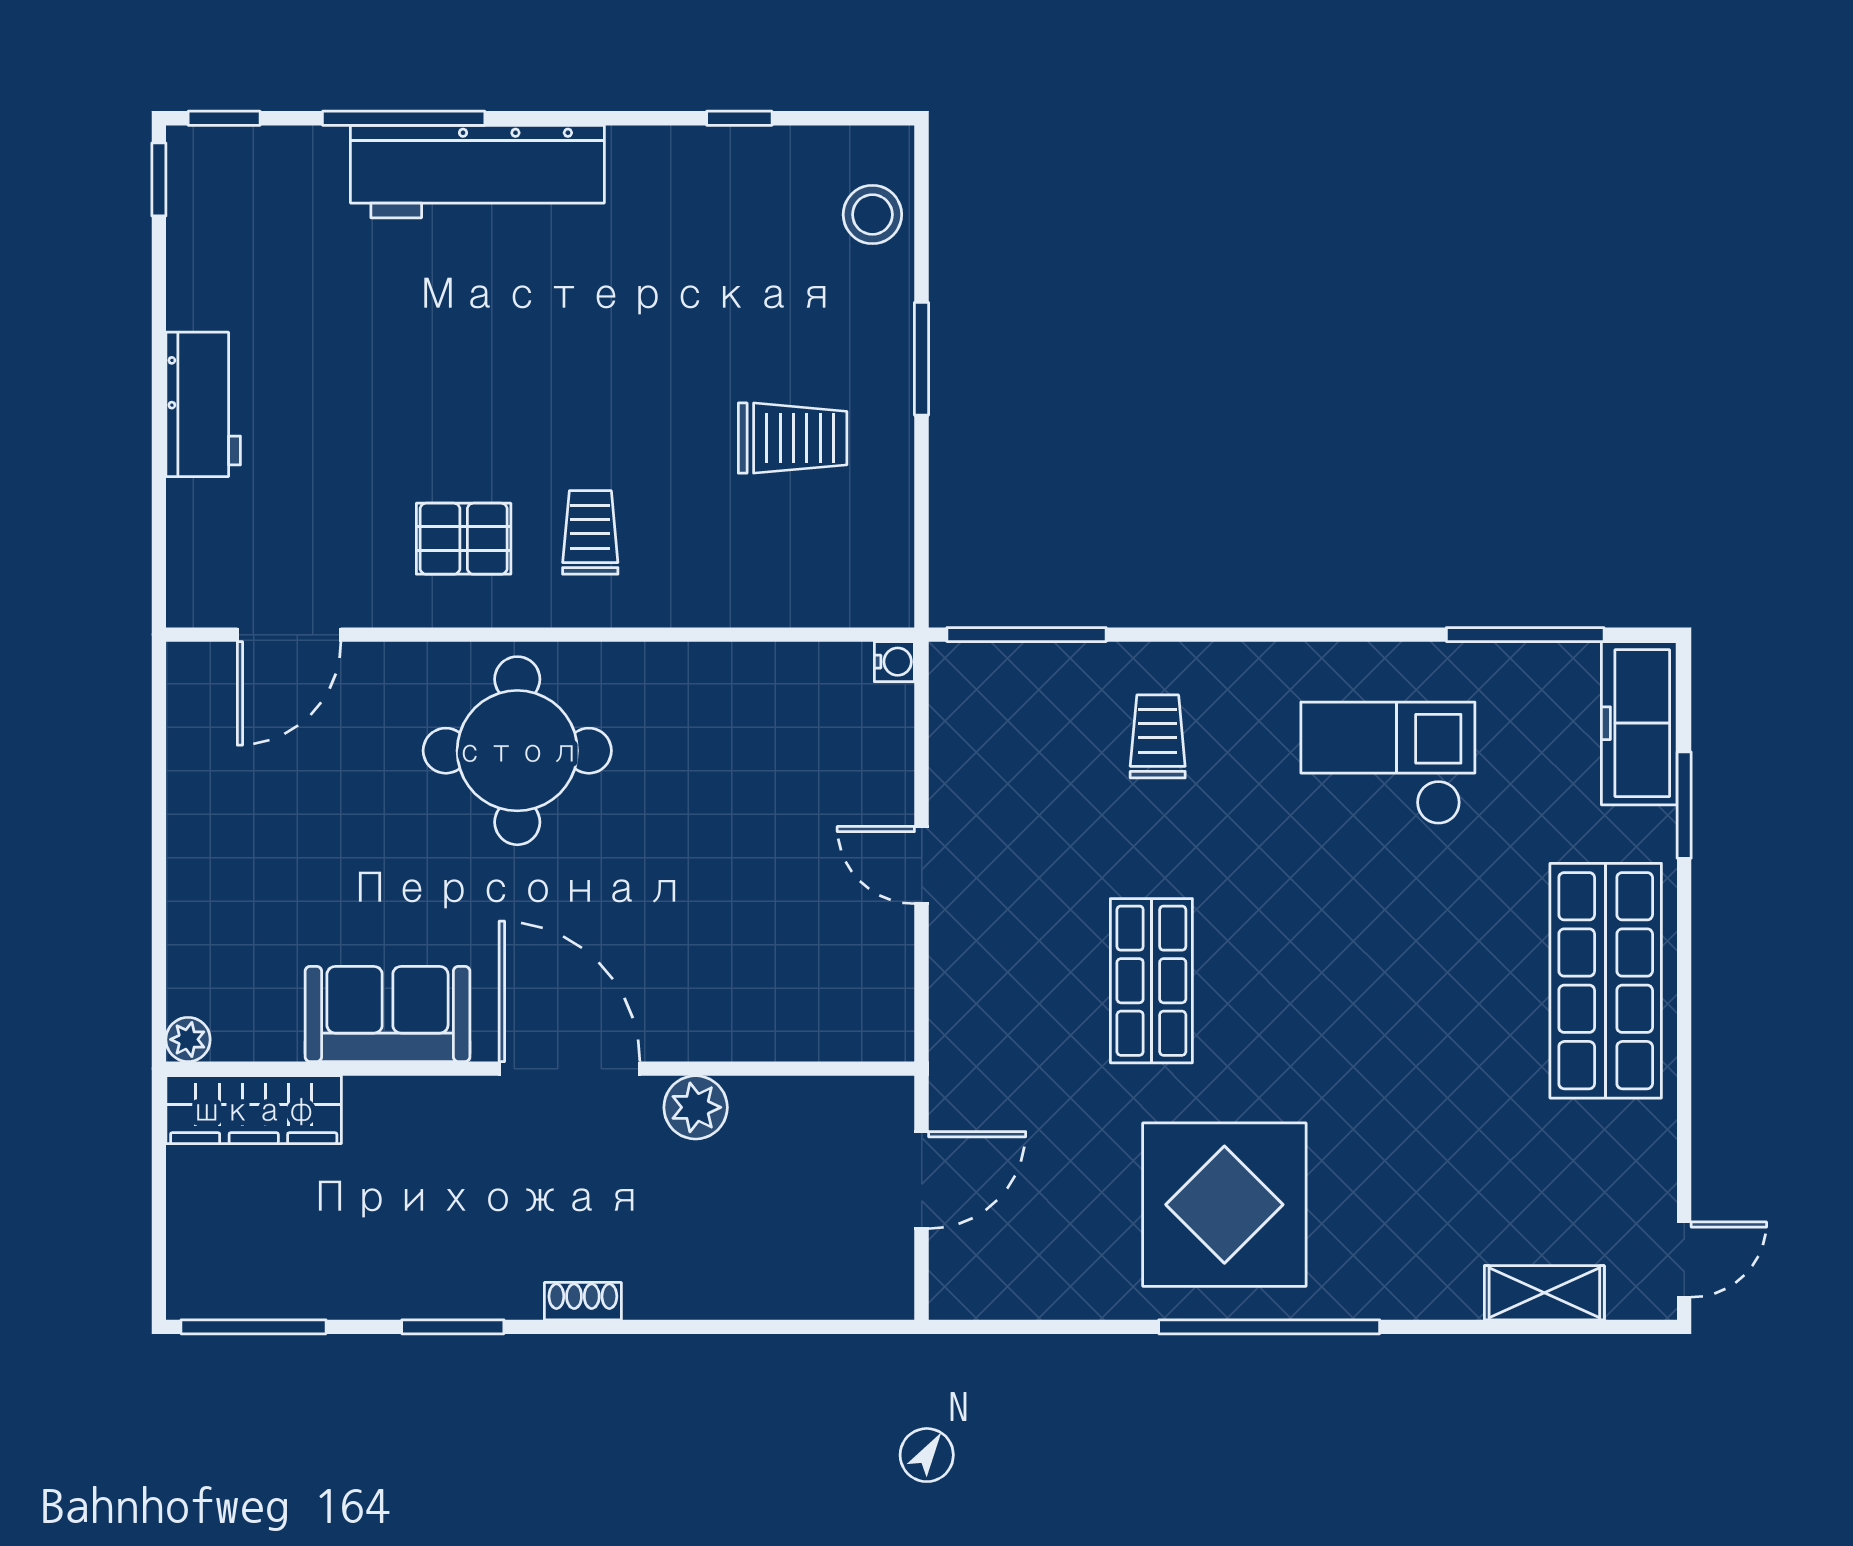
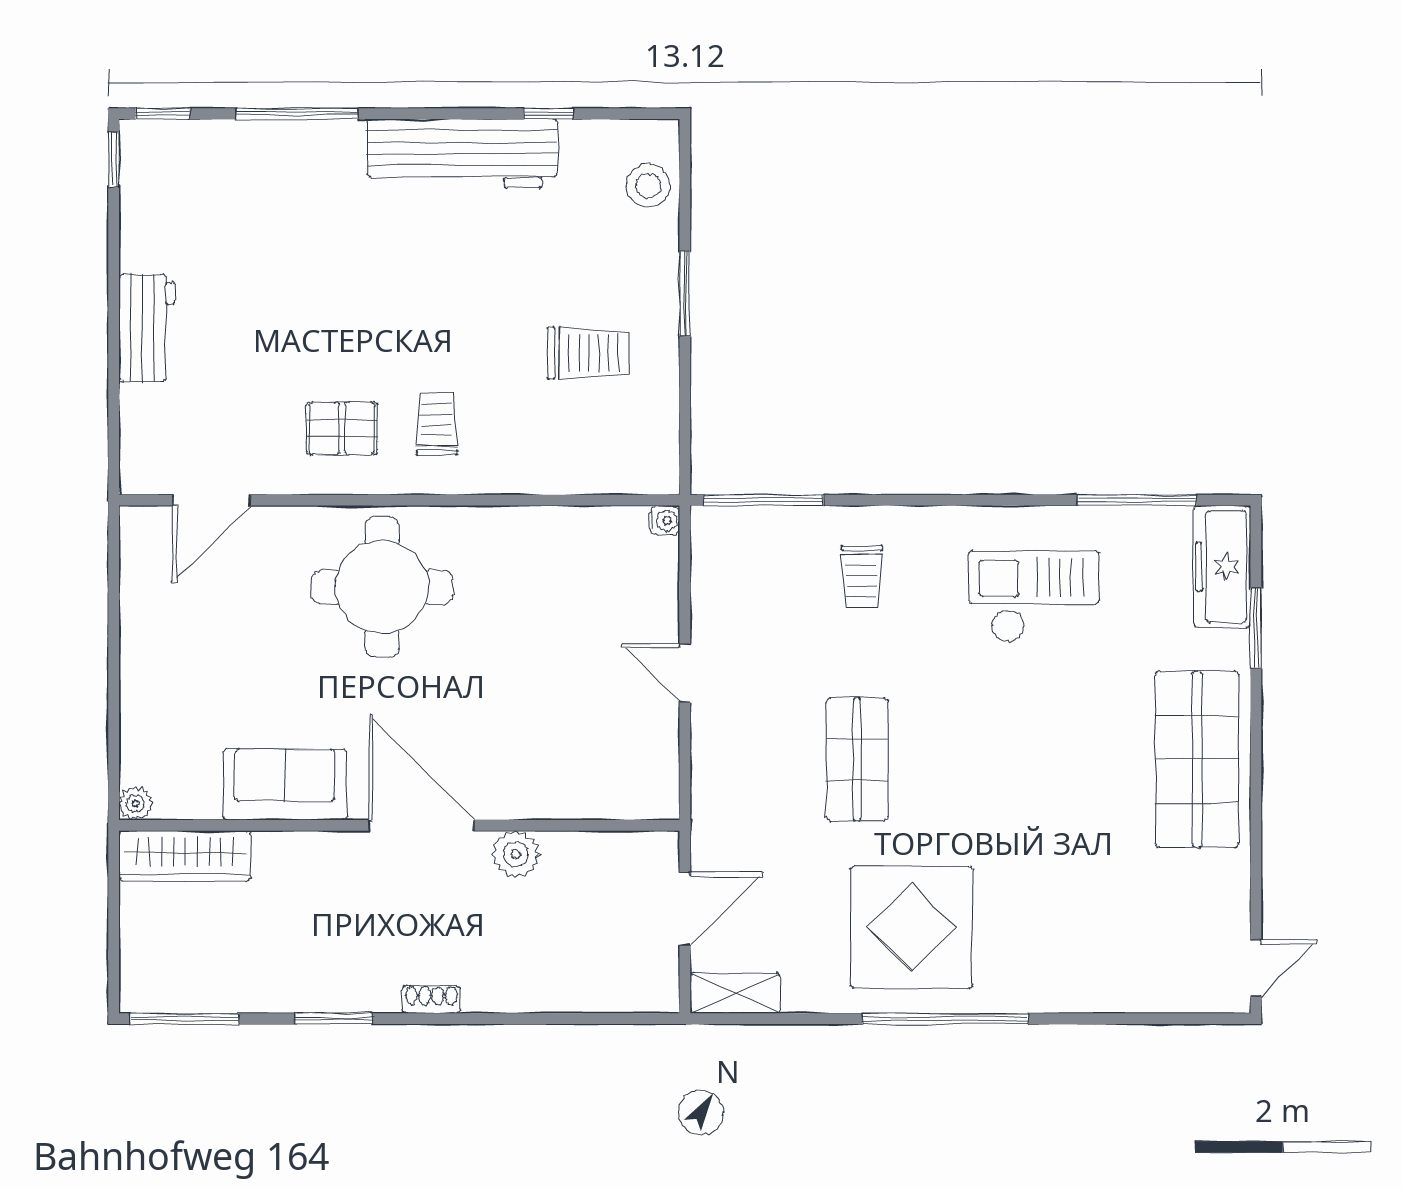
workbench: (477, 172) -> (462, 154), moved
trolley: (1158, 736) -> (862, 577), turned 180
shelving: (1544, 1293) -> (735, 993), moved

